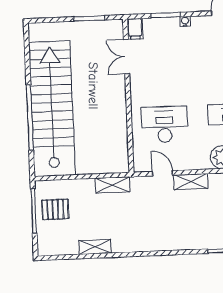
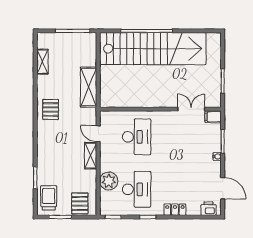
door: (162, 173) -> (98, 134), swing flipped
shelving: (112, 185) -> (89, 87), width x1.50, depth x1.33
pallet: (55, 209) -> (51, 109), moved
shelving: (95, 247) -> (42, 62), moved

